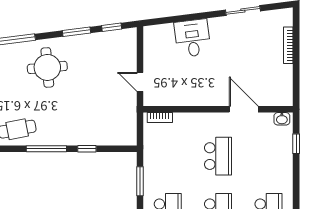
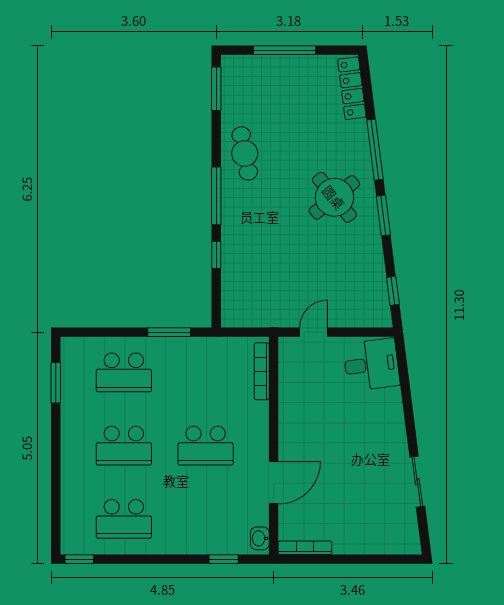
window: (76, 32) -> (383, 215), moved
desk: (192, 38) -> (371, 365), moved
bookcase: (288, 45) -> (305, 548), moved
round table: (47, 67) -> (334, 197), turned -34
bookcase: (160, 117) -> (262, 371), width x1.56

